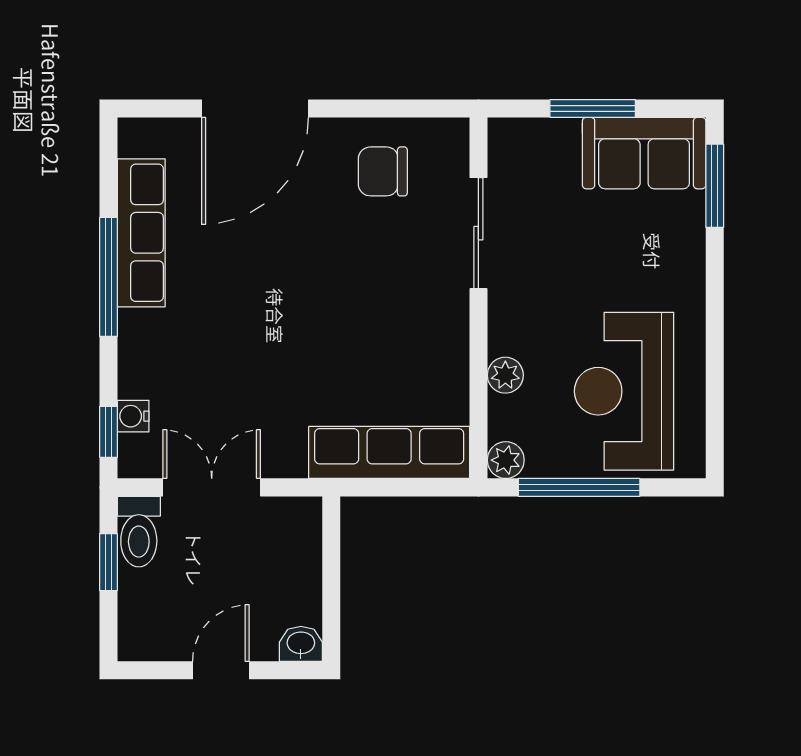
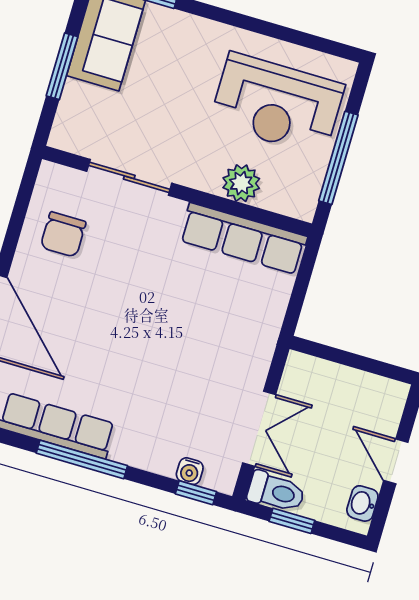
plant: (505, 375) -> (241, 183), width x1.38, depth x1.38
row of seats: (389, 452) -> (243, 239), moved, turned -90
plant: (506, 460) -> (302, 206), removed
double door: (212, 487) -> (259, 429), swing flipped
washbasin: (301, 644) -> (362, 503), moved

